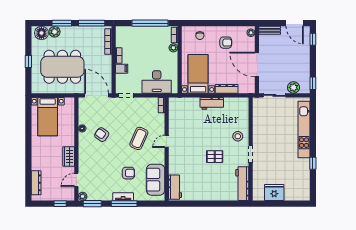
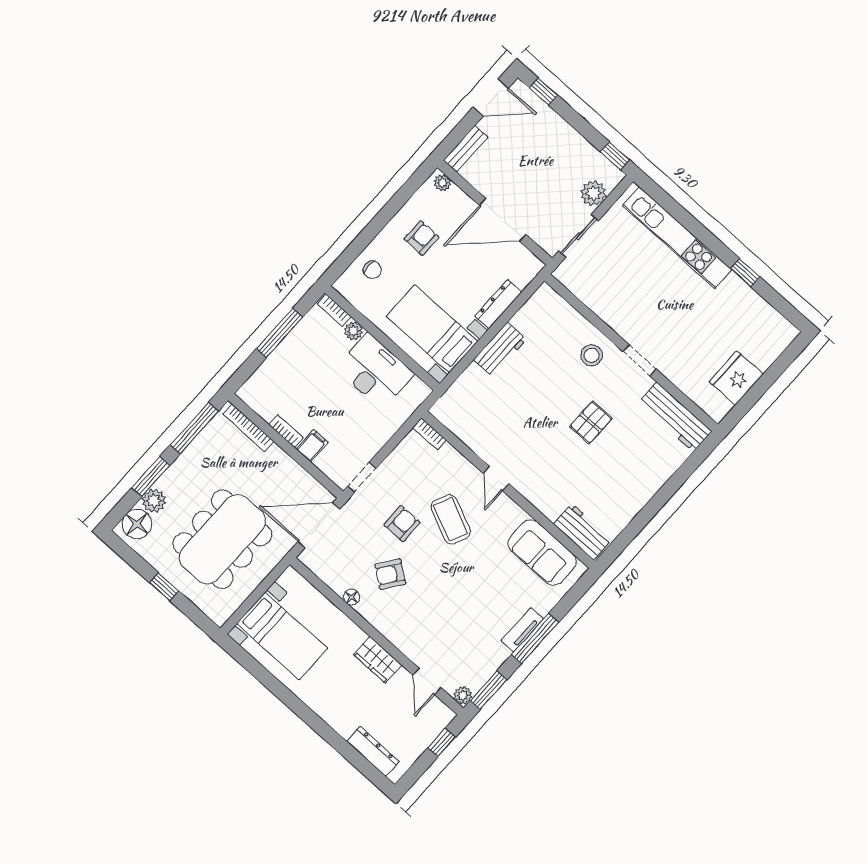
window: (150, 23) -> (280, 333), width x0.68
desk: (157, 82) -> (375, 371), moved, turned -90
armchair: (128, 173) -> (402, 524), moved

